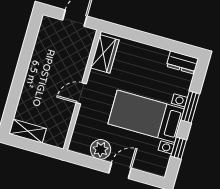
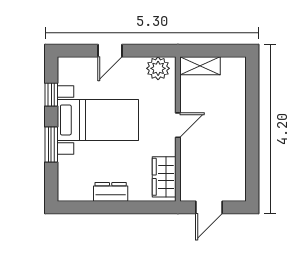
dresser: (182, 62) -> (111, 192), moved
shelving: (28, 131) -> (200, 66), moved
plant: (101, 149) -> (158, 68), moved

